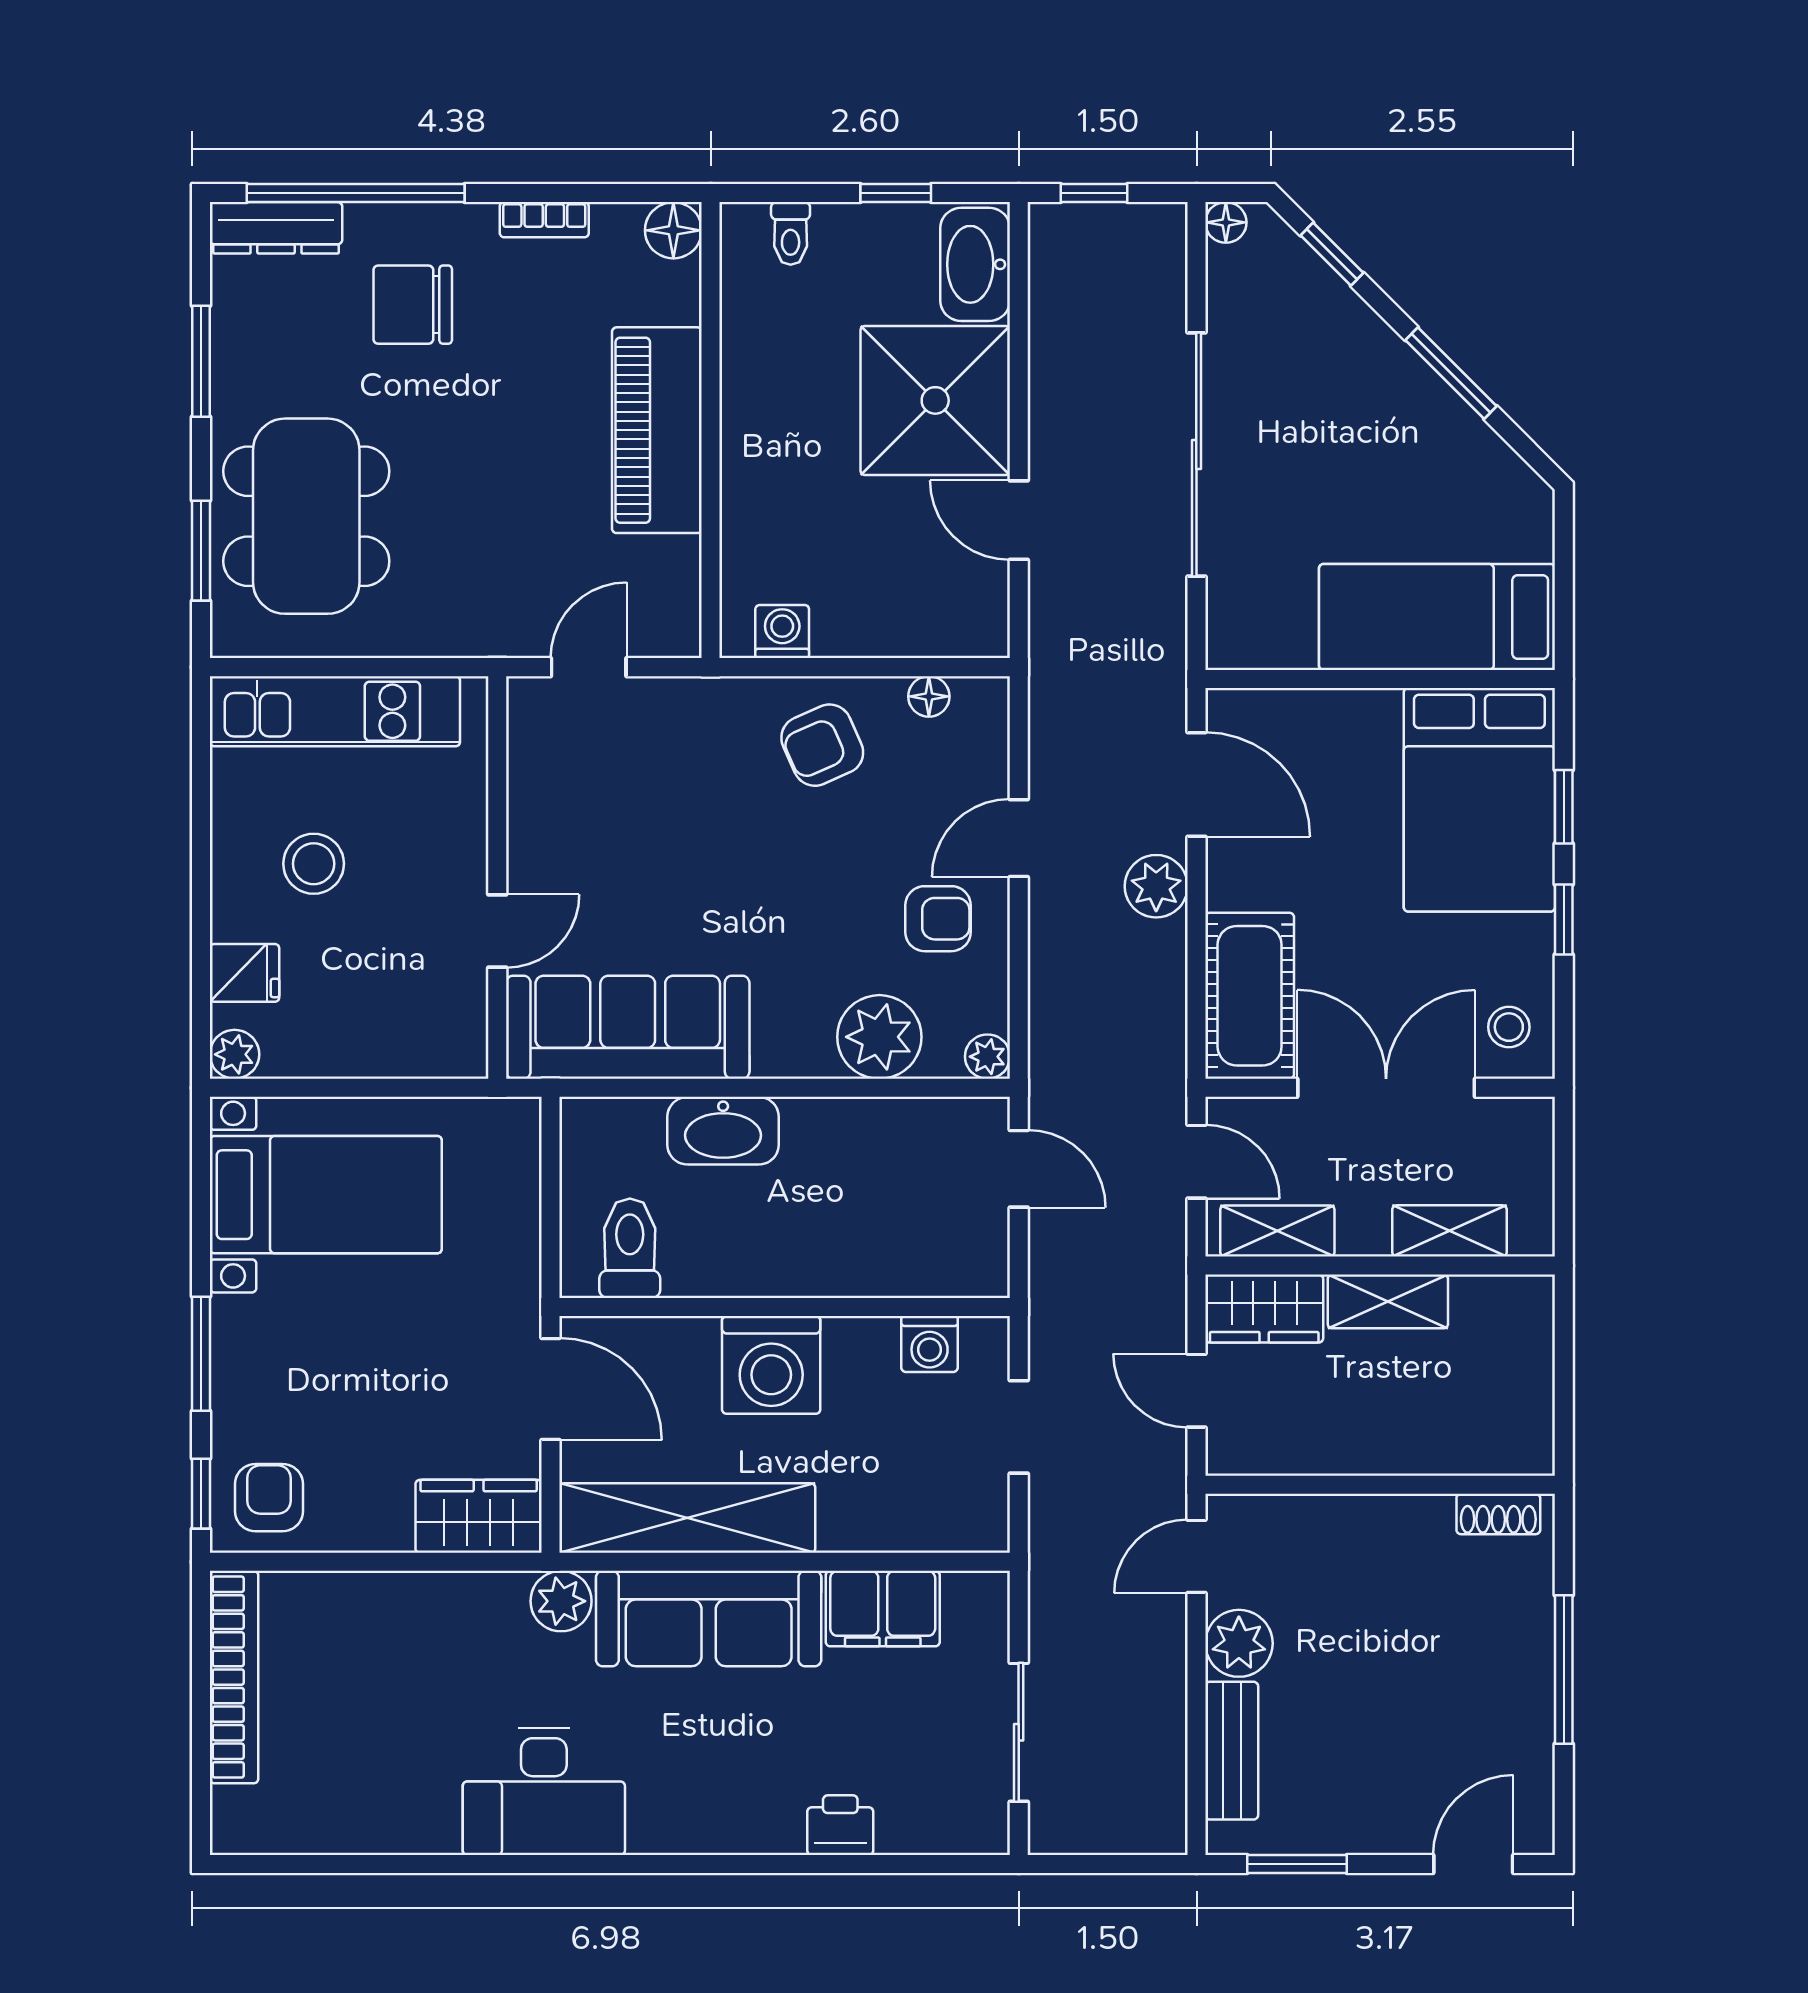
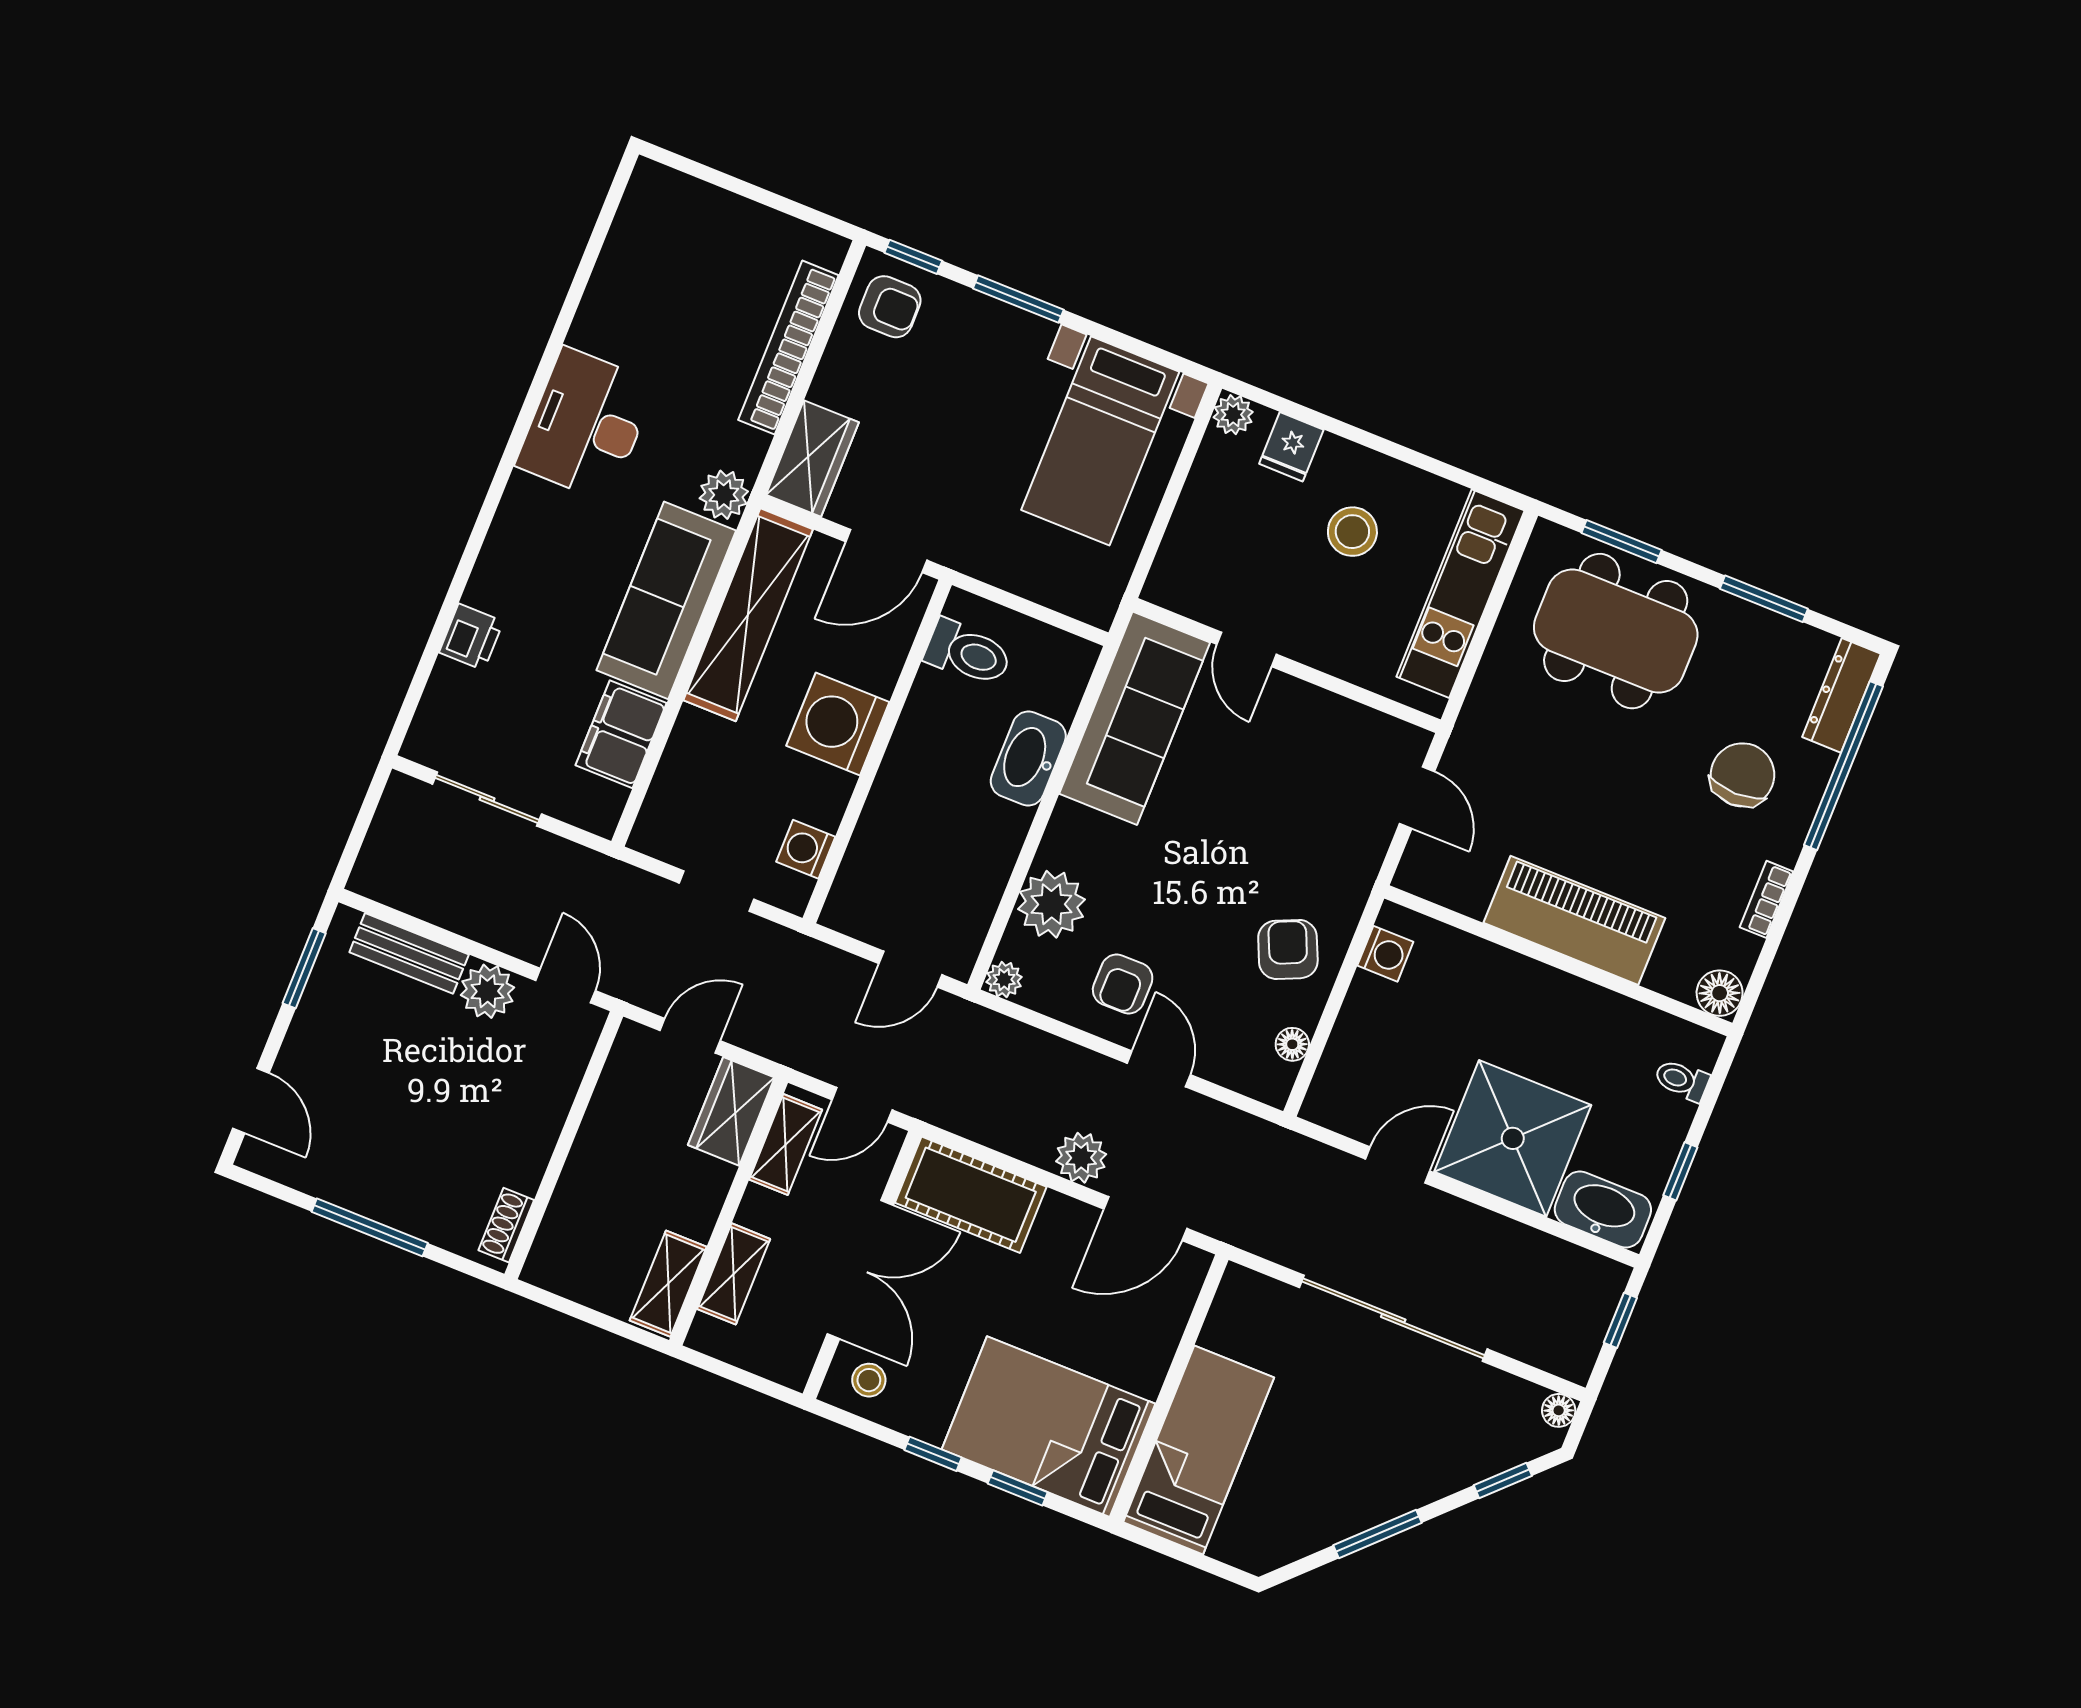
shelving: (1388, 1301) -> (668, 1284), moved
bookcase: (234, 1677) -> (788, 348), moved, turned 90

